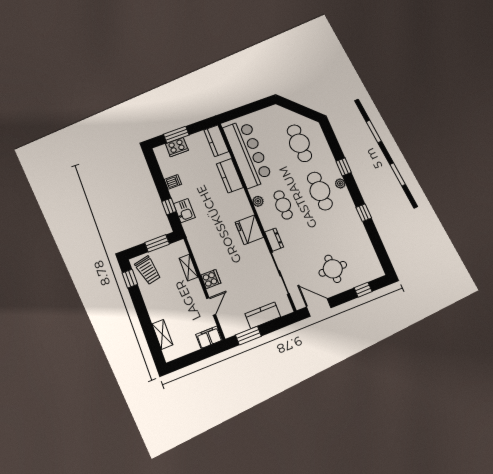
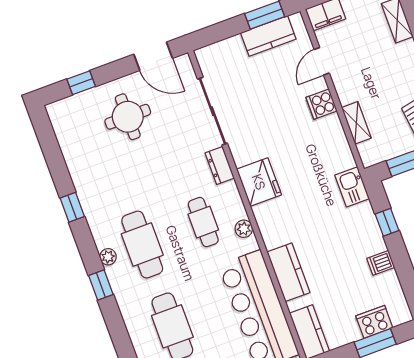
kitchen sink: (184, 211) -> (352, 187), moved
kitchen counter: (263, 315) -> (268, 36), moved

